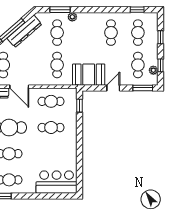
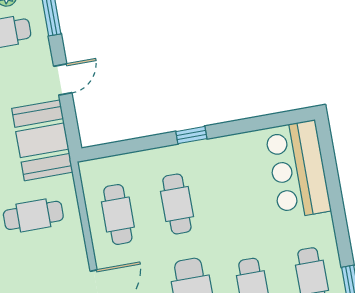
door: (113, 88) -> (63, 79), swing flipped
window: (80, 106) -> (191, 135), moved

